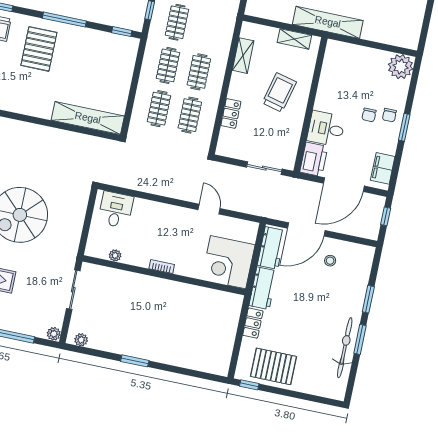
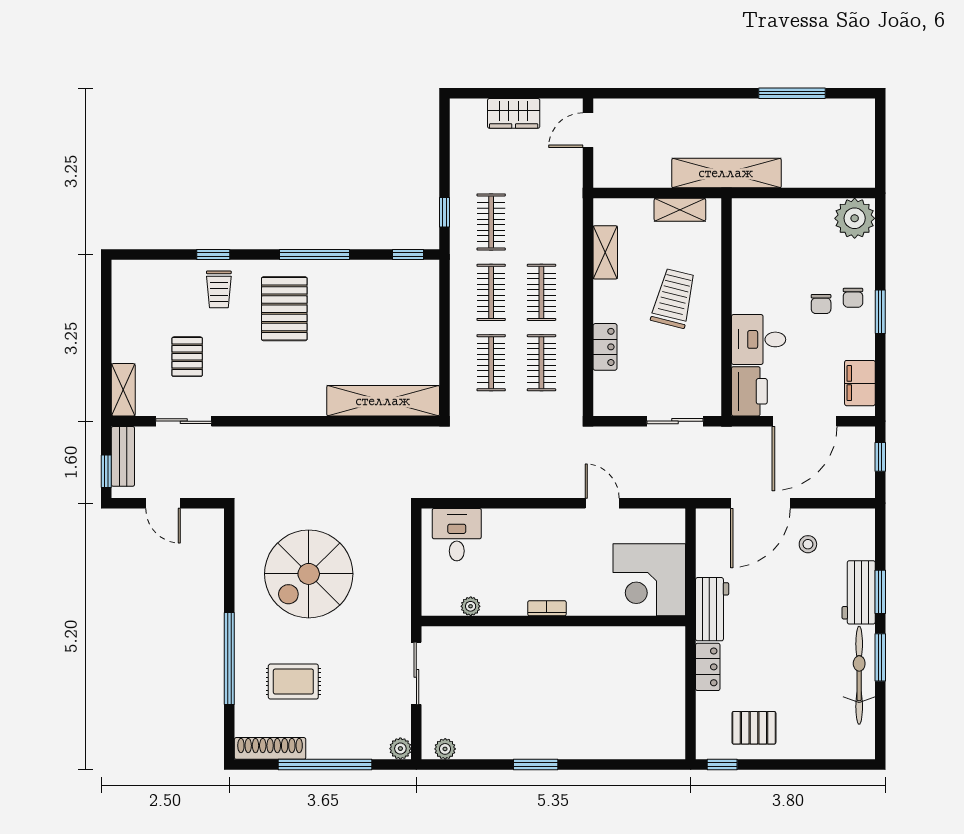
workbench: (271, 248) -> (859, 592), moved, turned 180
pallet: (273, 366) -> (754, 728), width x0.67, depth x0.71

